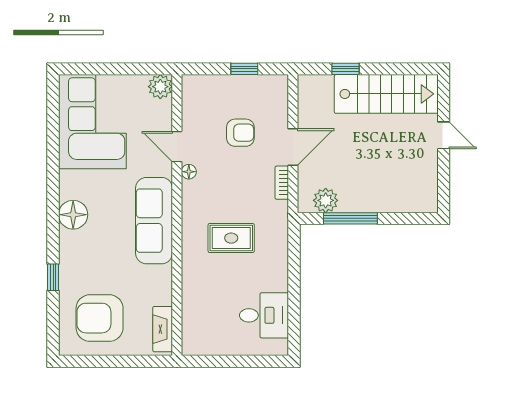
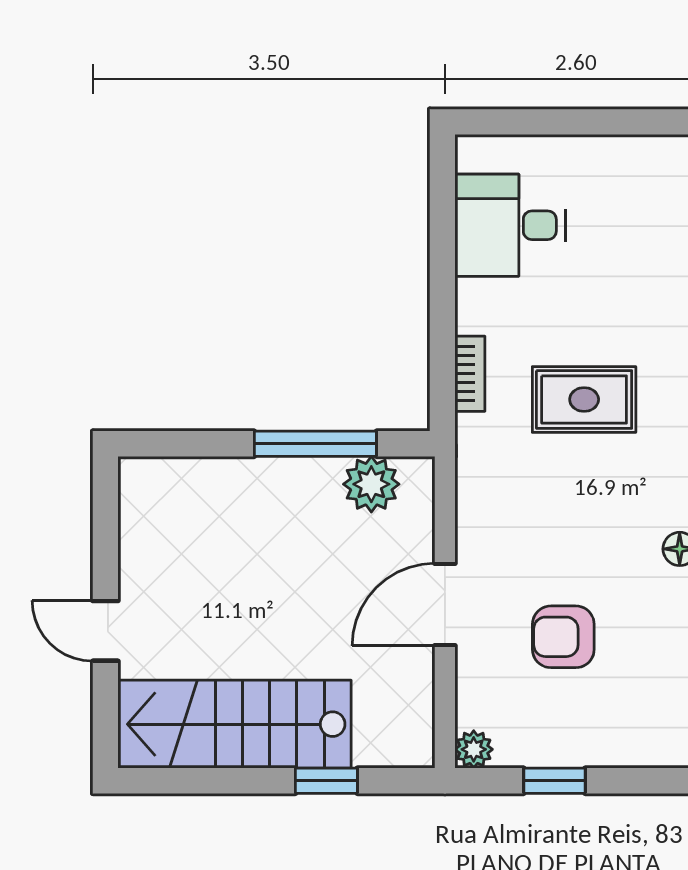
plant: (280, 83) -> (474, 749), added
bookcase: (282, 183) -> (470, 374), moved

